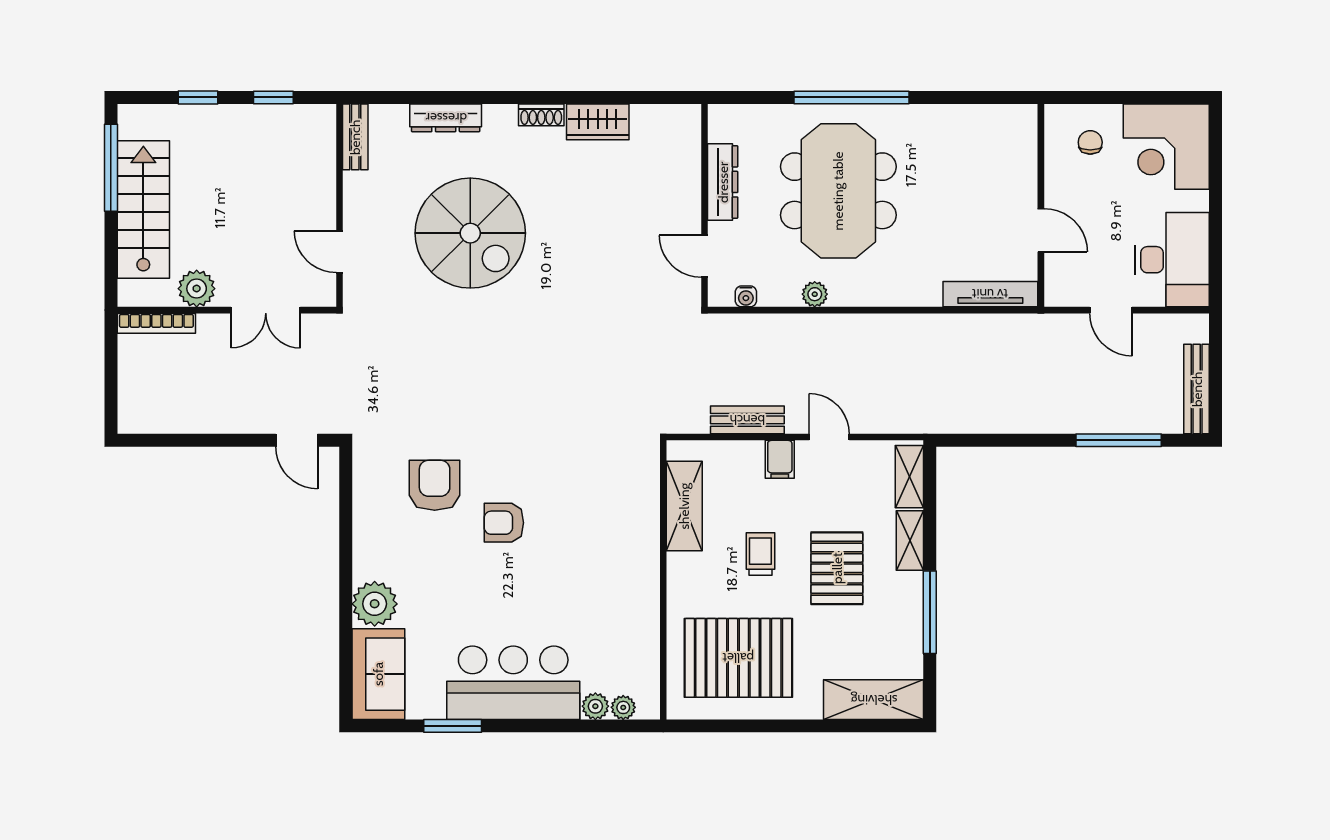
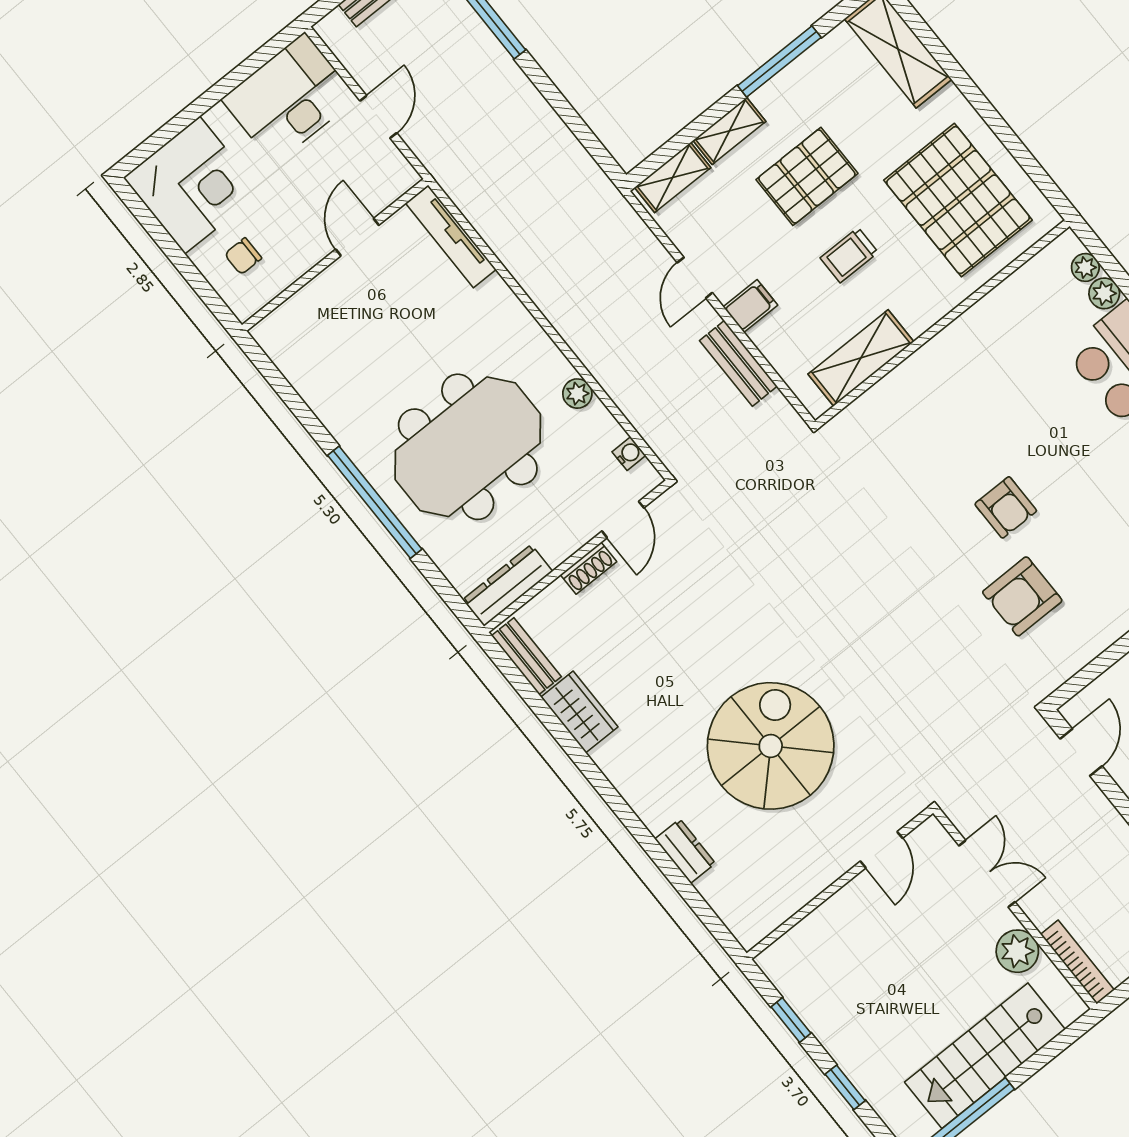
shoe rack: (541, 115) -> (589, 568), moved, turned 90
dresser: (446, 118) -> (685, 851), width x0.70
bench: (355, 137) -> (526, 656), moved, turned 90
dresser: (723, 182) -> (508, 585), moved

